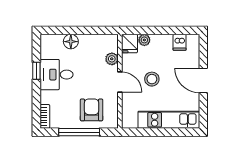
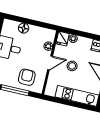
door: (120, 82) -> (50, 63), hinge flipped

